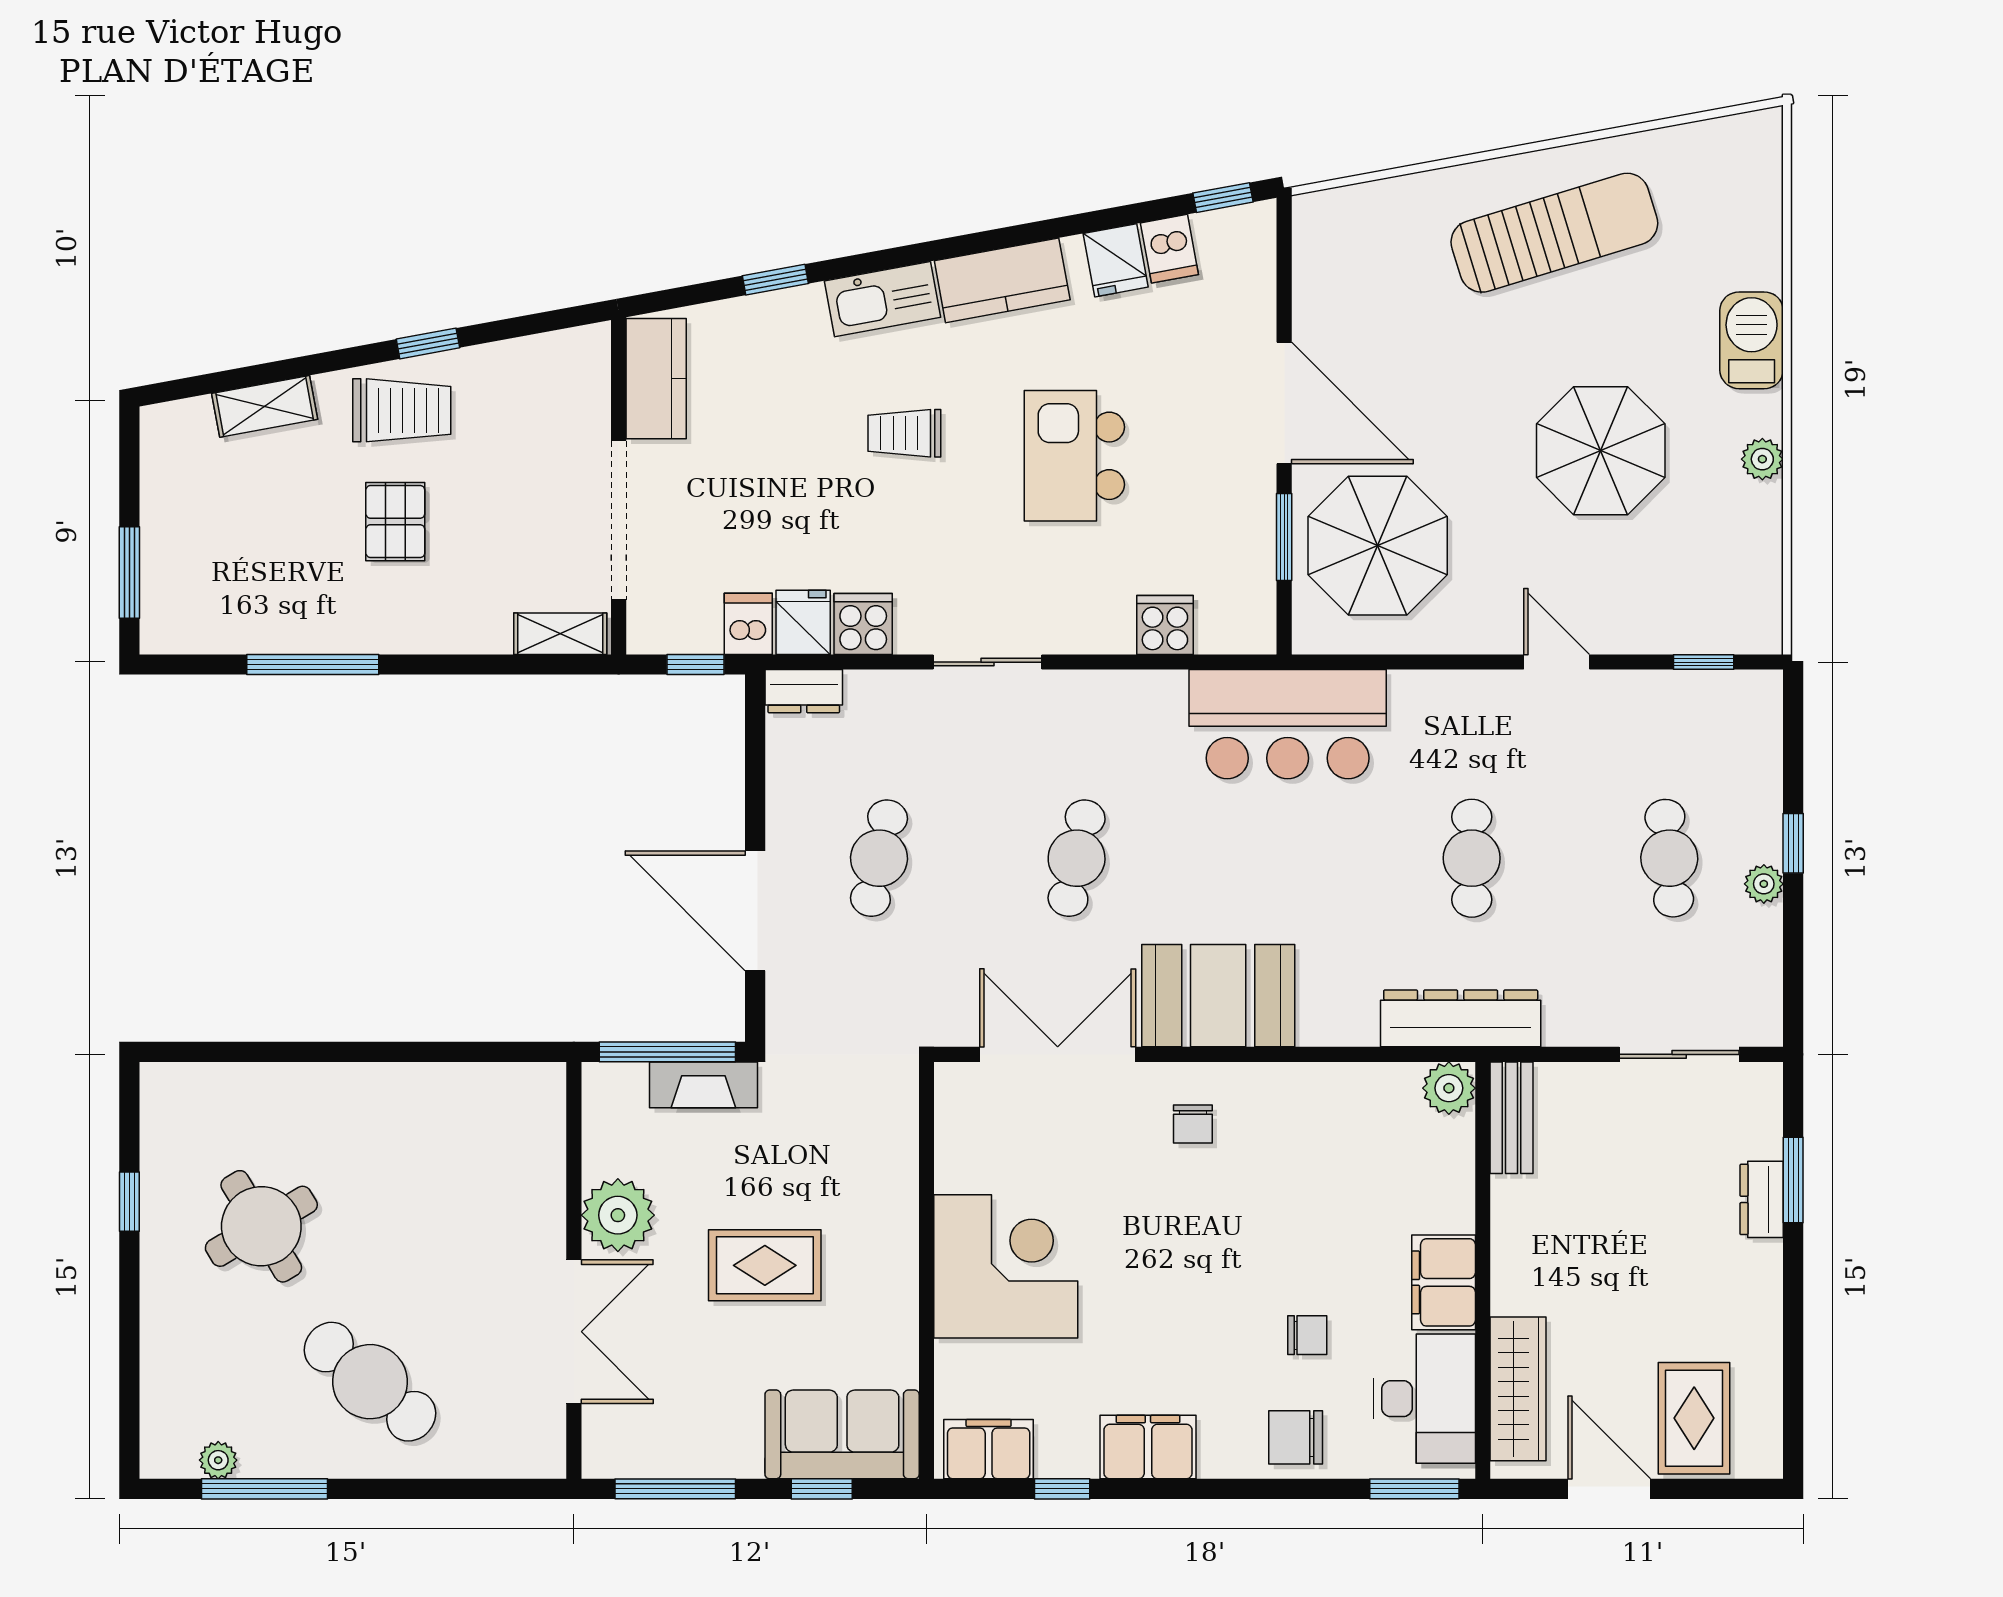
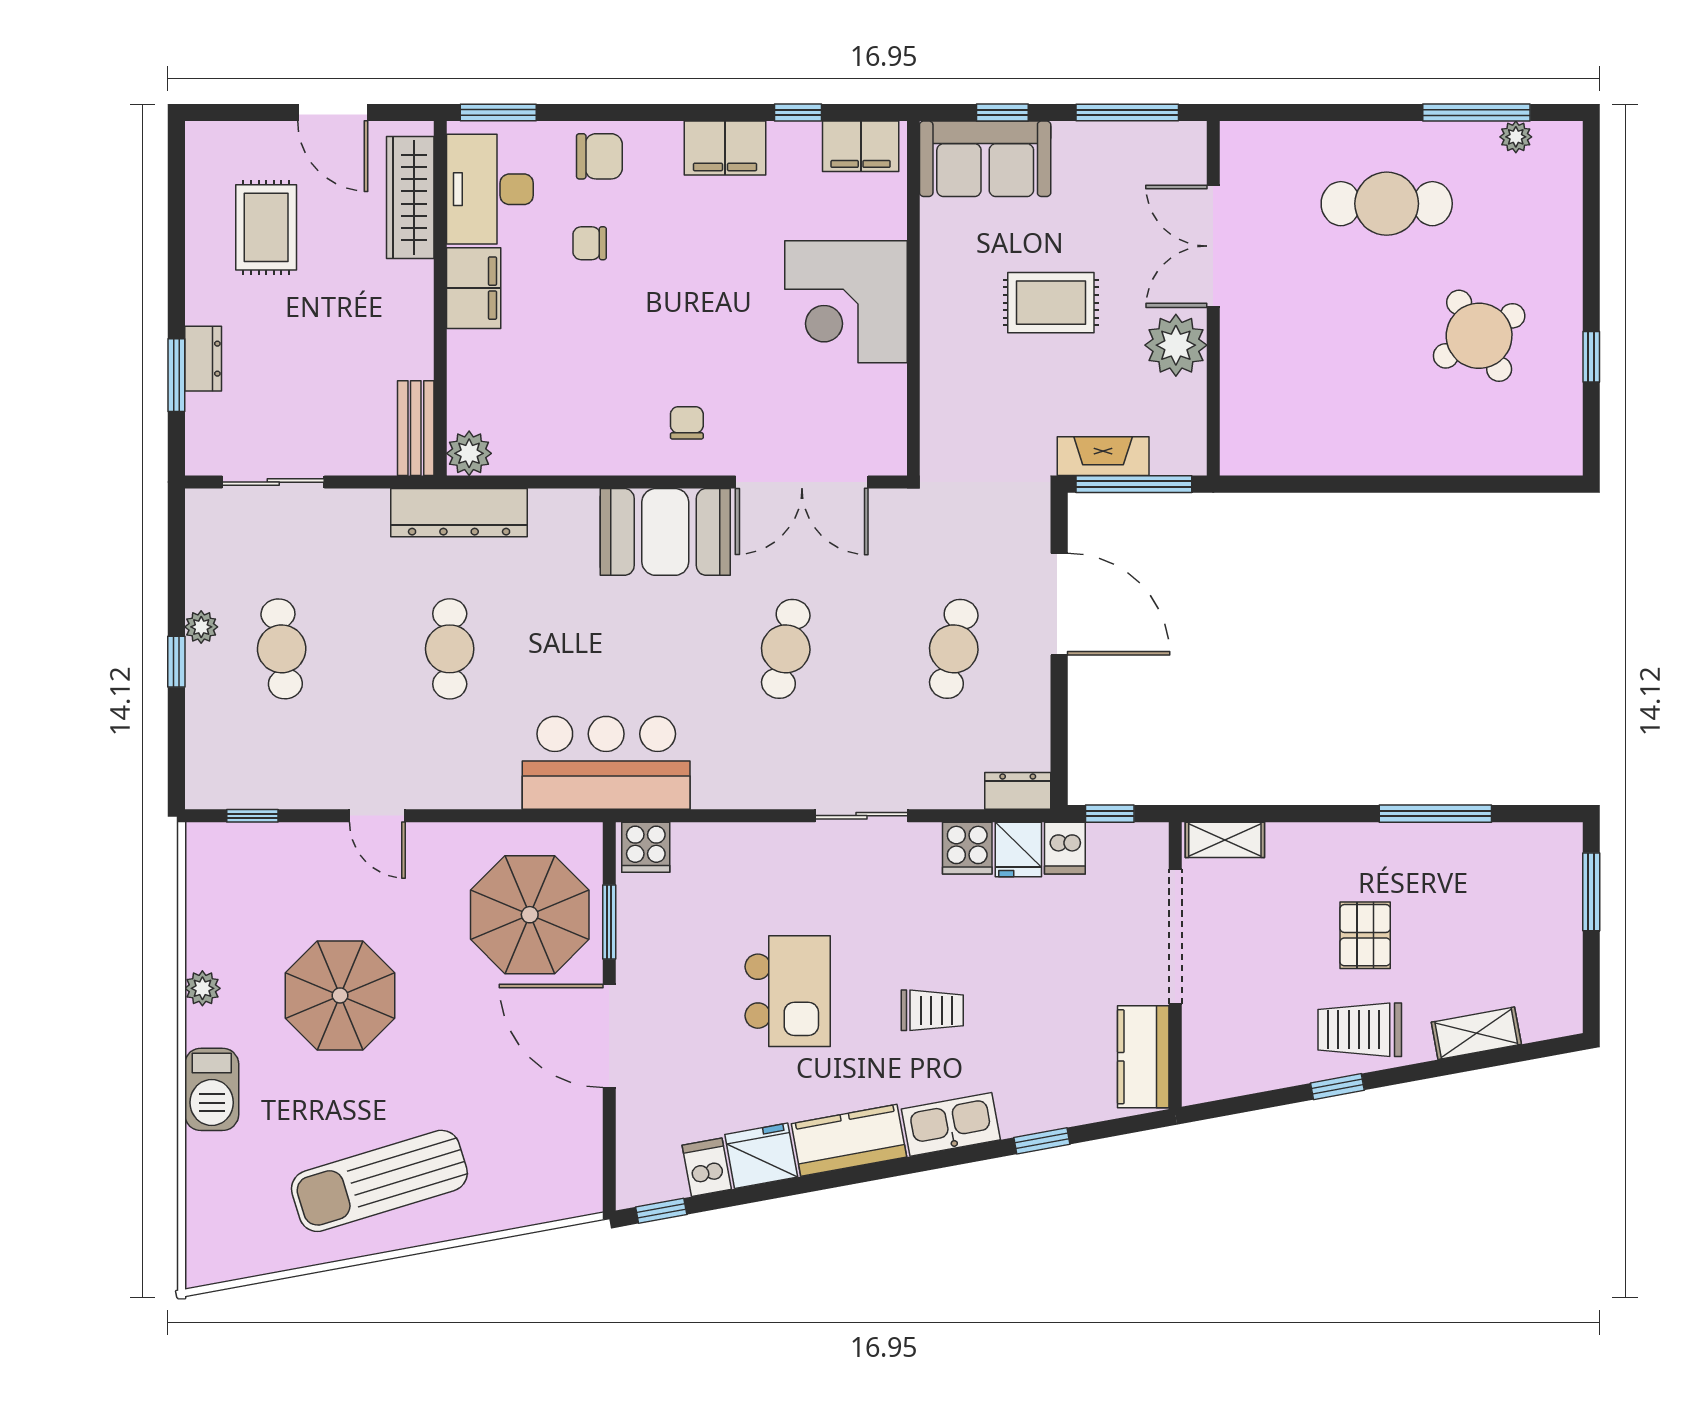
fridge: (1116, 260) -> (761, 1156), width x1.38
cooker: (1165, 625) -> (646, 847), moved
cafe table: (370, 1382) -> (1387, 204), turned -40
rug: (1694, 1418) -> (266, 227), moved

